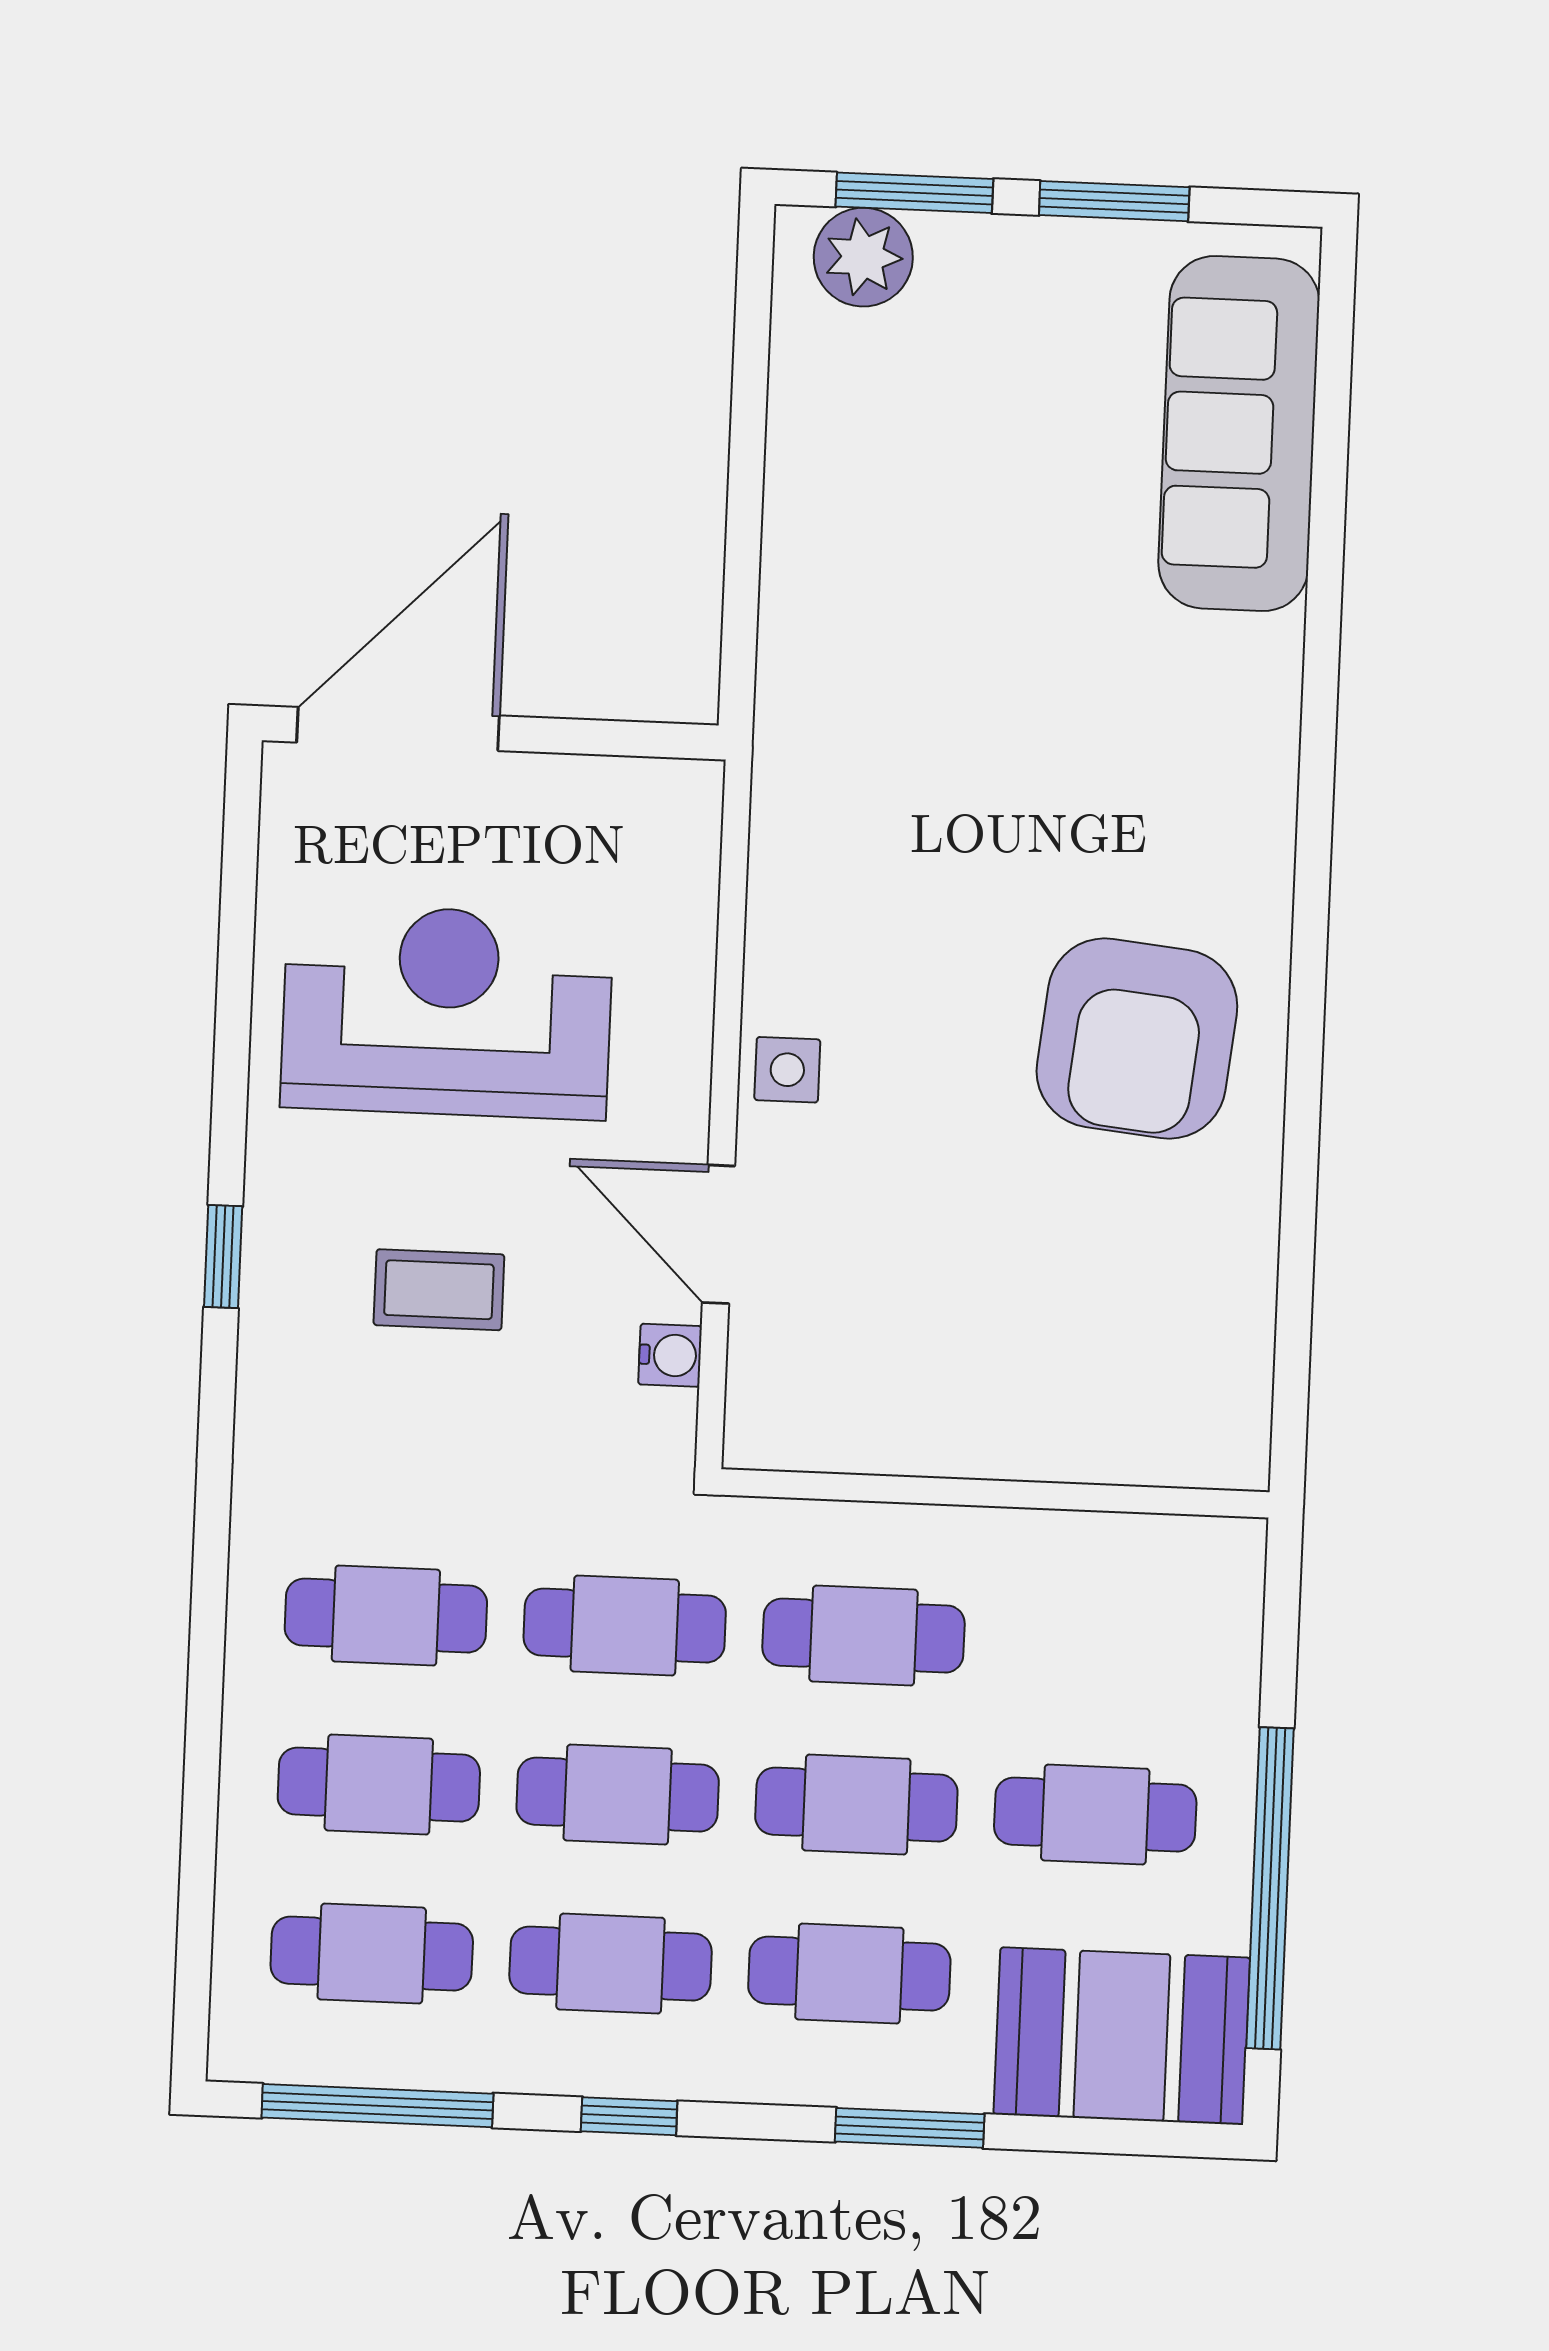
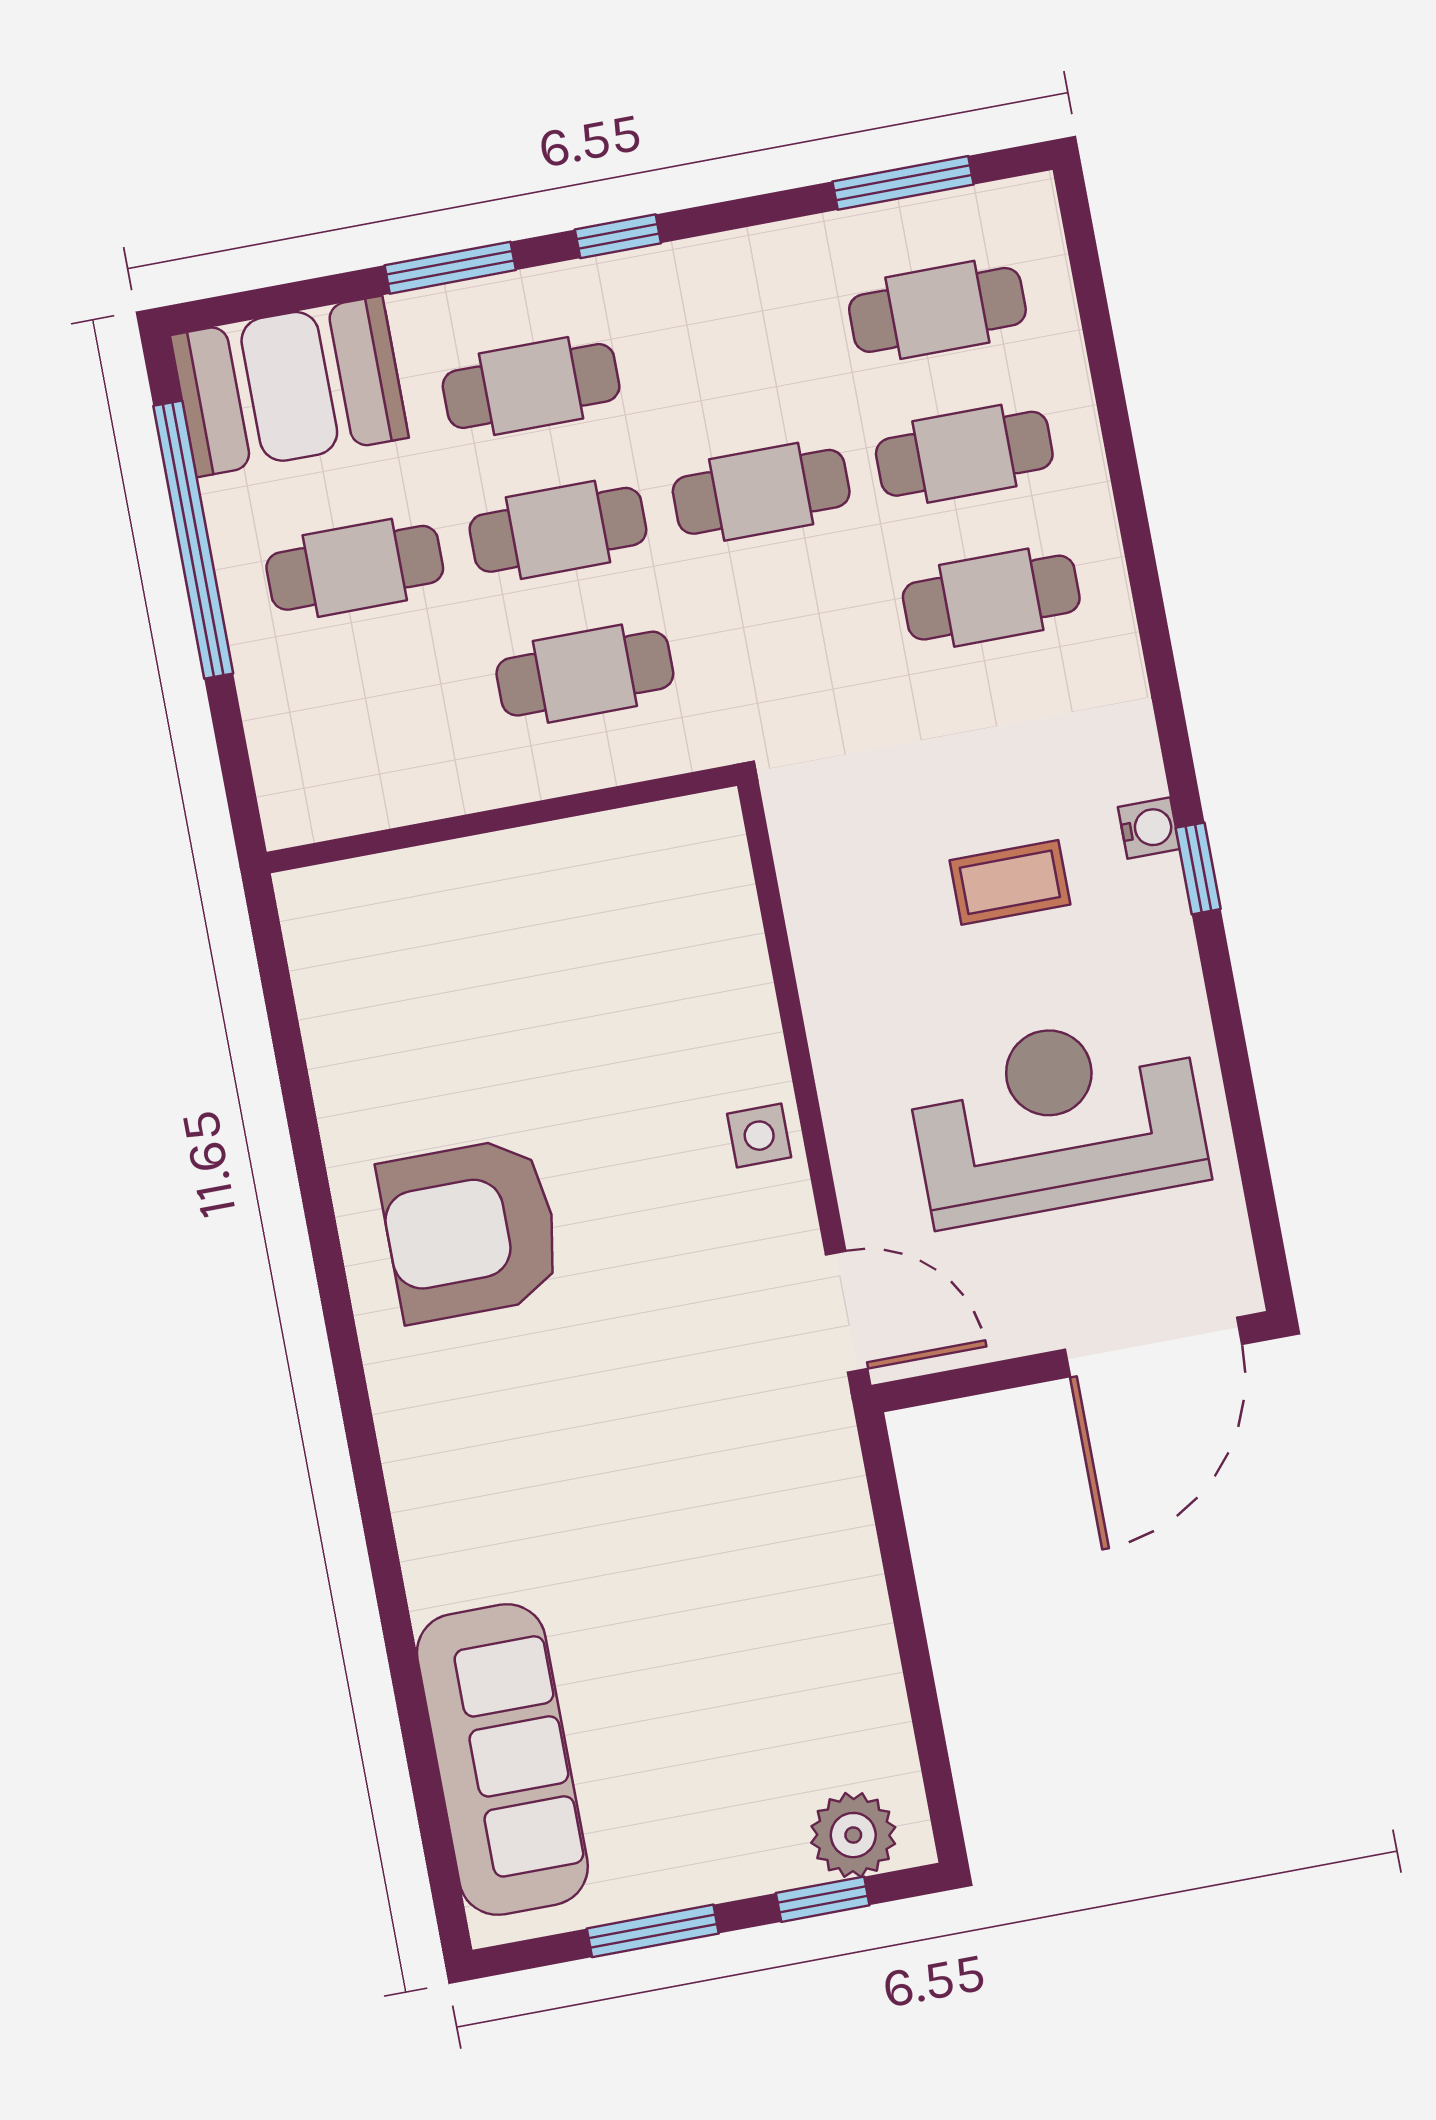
window: (914, 193) -> (823, 1899), width x0.67
reception desk: (447, 1012) -> (1057, 1118), turned 180
armchair: (1137, 1039) -> (471, 1230), turned -96
door: (718, 1234) -> (847, 1312), moved
water cooler: (670, 1355) -> (1149, 828), moved, turned 180
cafe table: (625, 1626) -> (788, 636), removed
cafe table: (611, 1964) -> (734, 348), removed
window: (377, 2106) -> (903, 183), width x0.69
window: (629, 2116) -> (618, 236), moved

